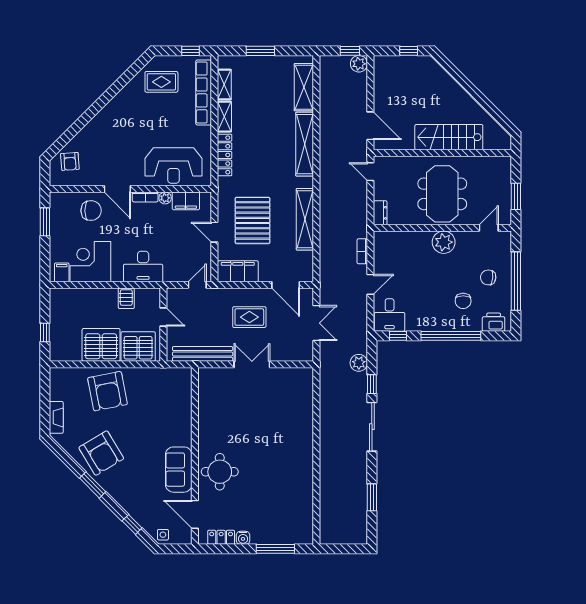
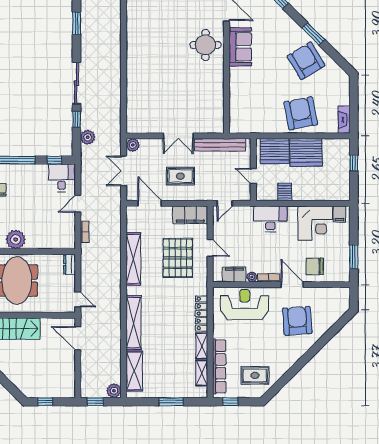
plant: (359, 64) -> (114, 391), moved
armchair: (70, 161) -> (297, 321), moved, width x1.88, depth x1.88
plant: (306, 354) -> (133, 145), added
fireplace: (56, 417) -> (344, 120), moved

